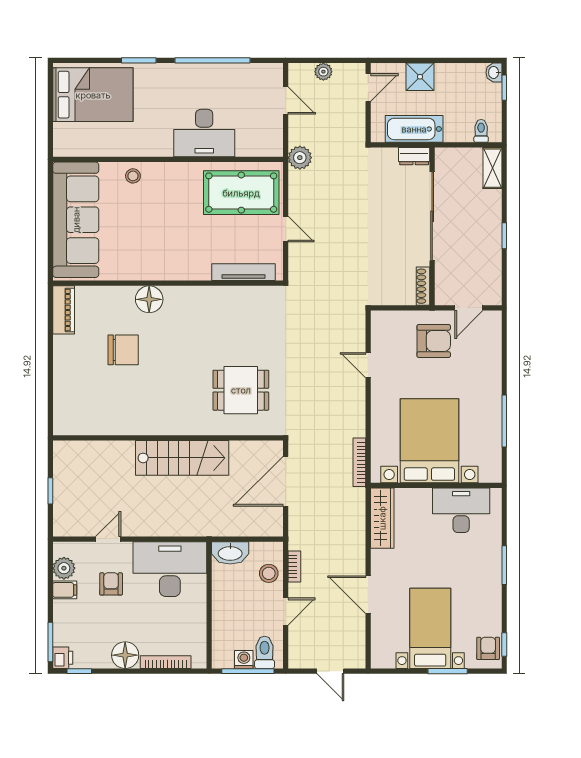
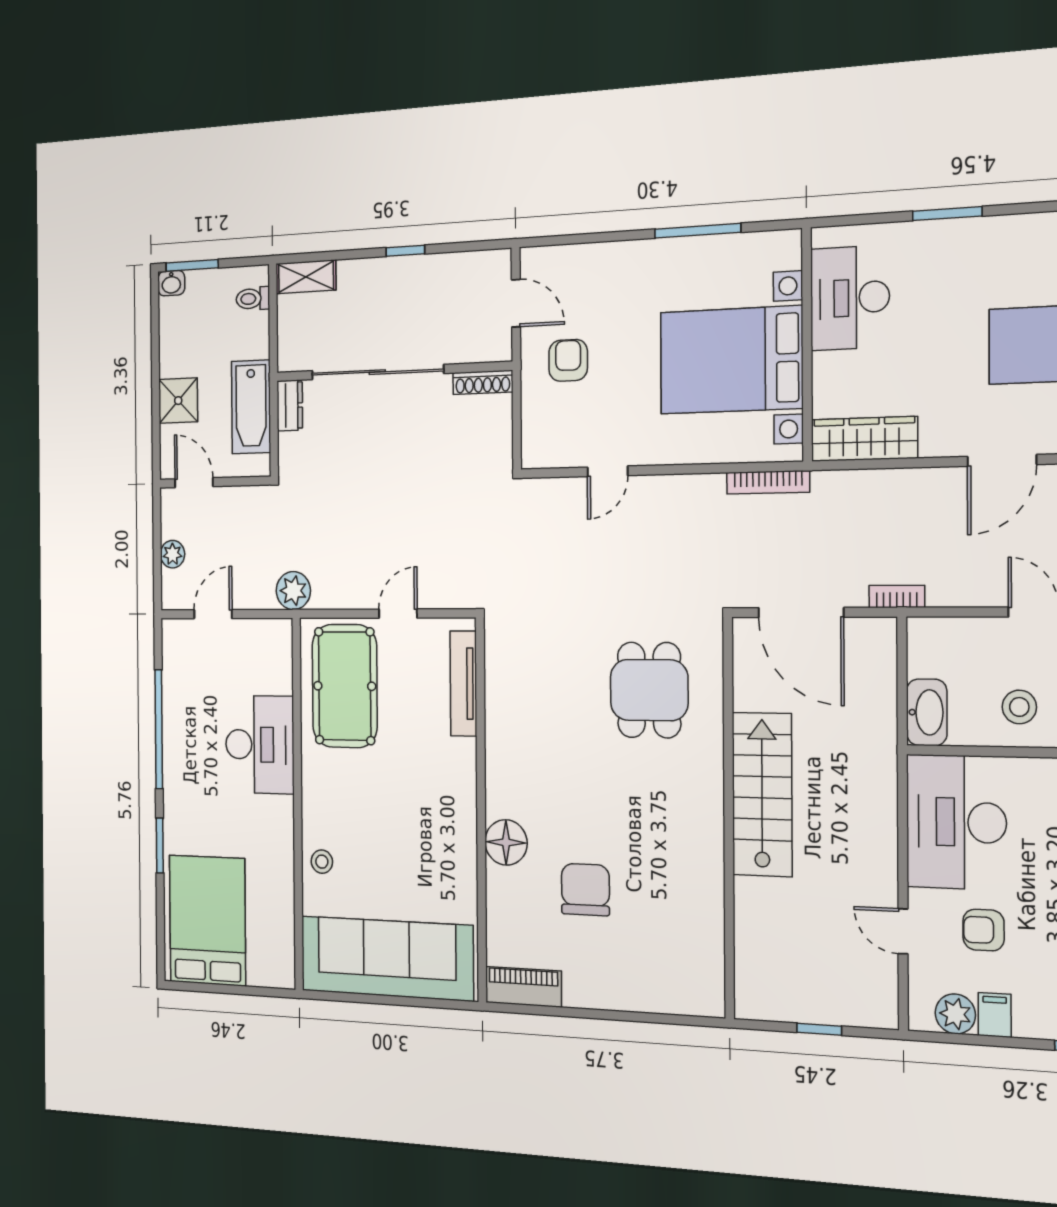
window: (504, 88) -> (192, 265), width x1.50
armchair: (434, 341) -> (568, 360), width x0.72, depth x0.72
bookcase: (294, 566) -> (897, 596), moved
stool: (269, 573) -> (1019, 707), moved

